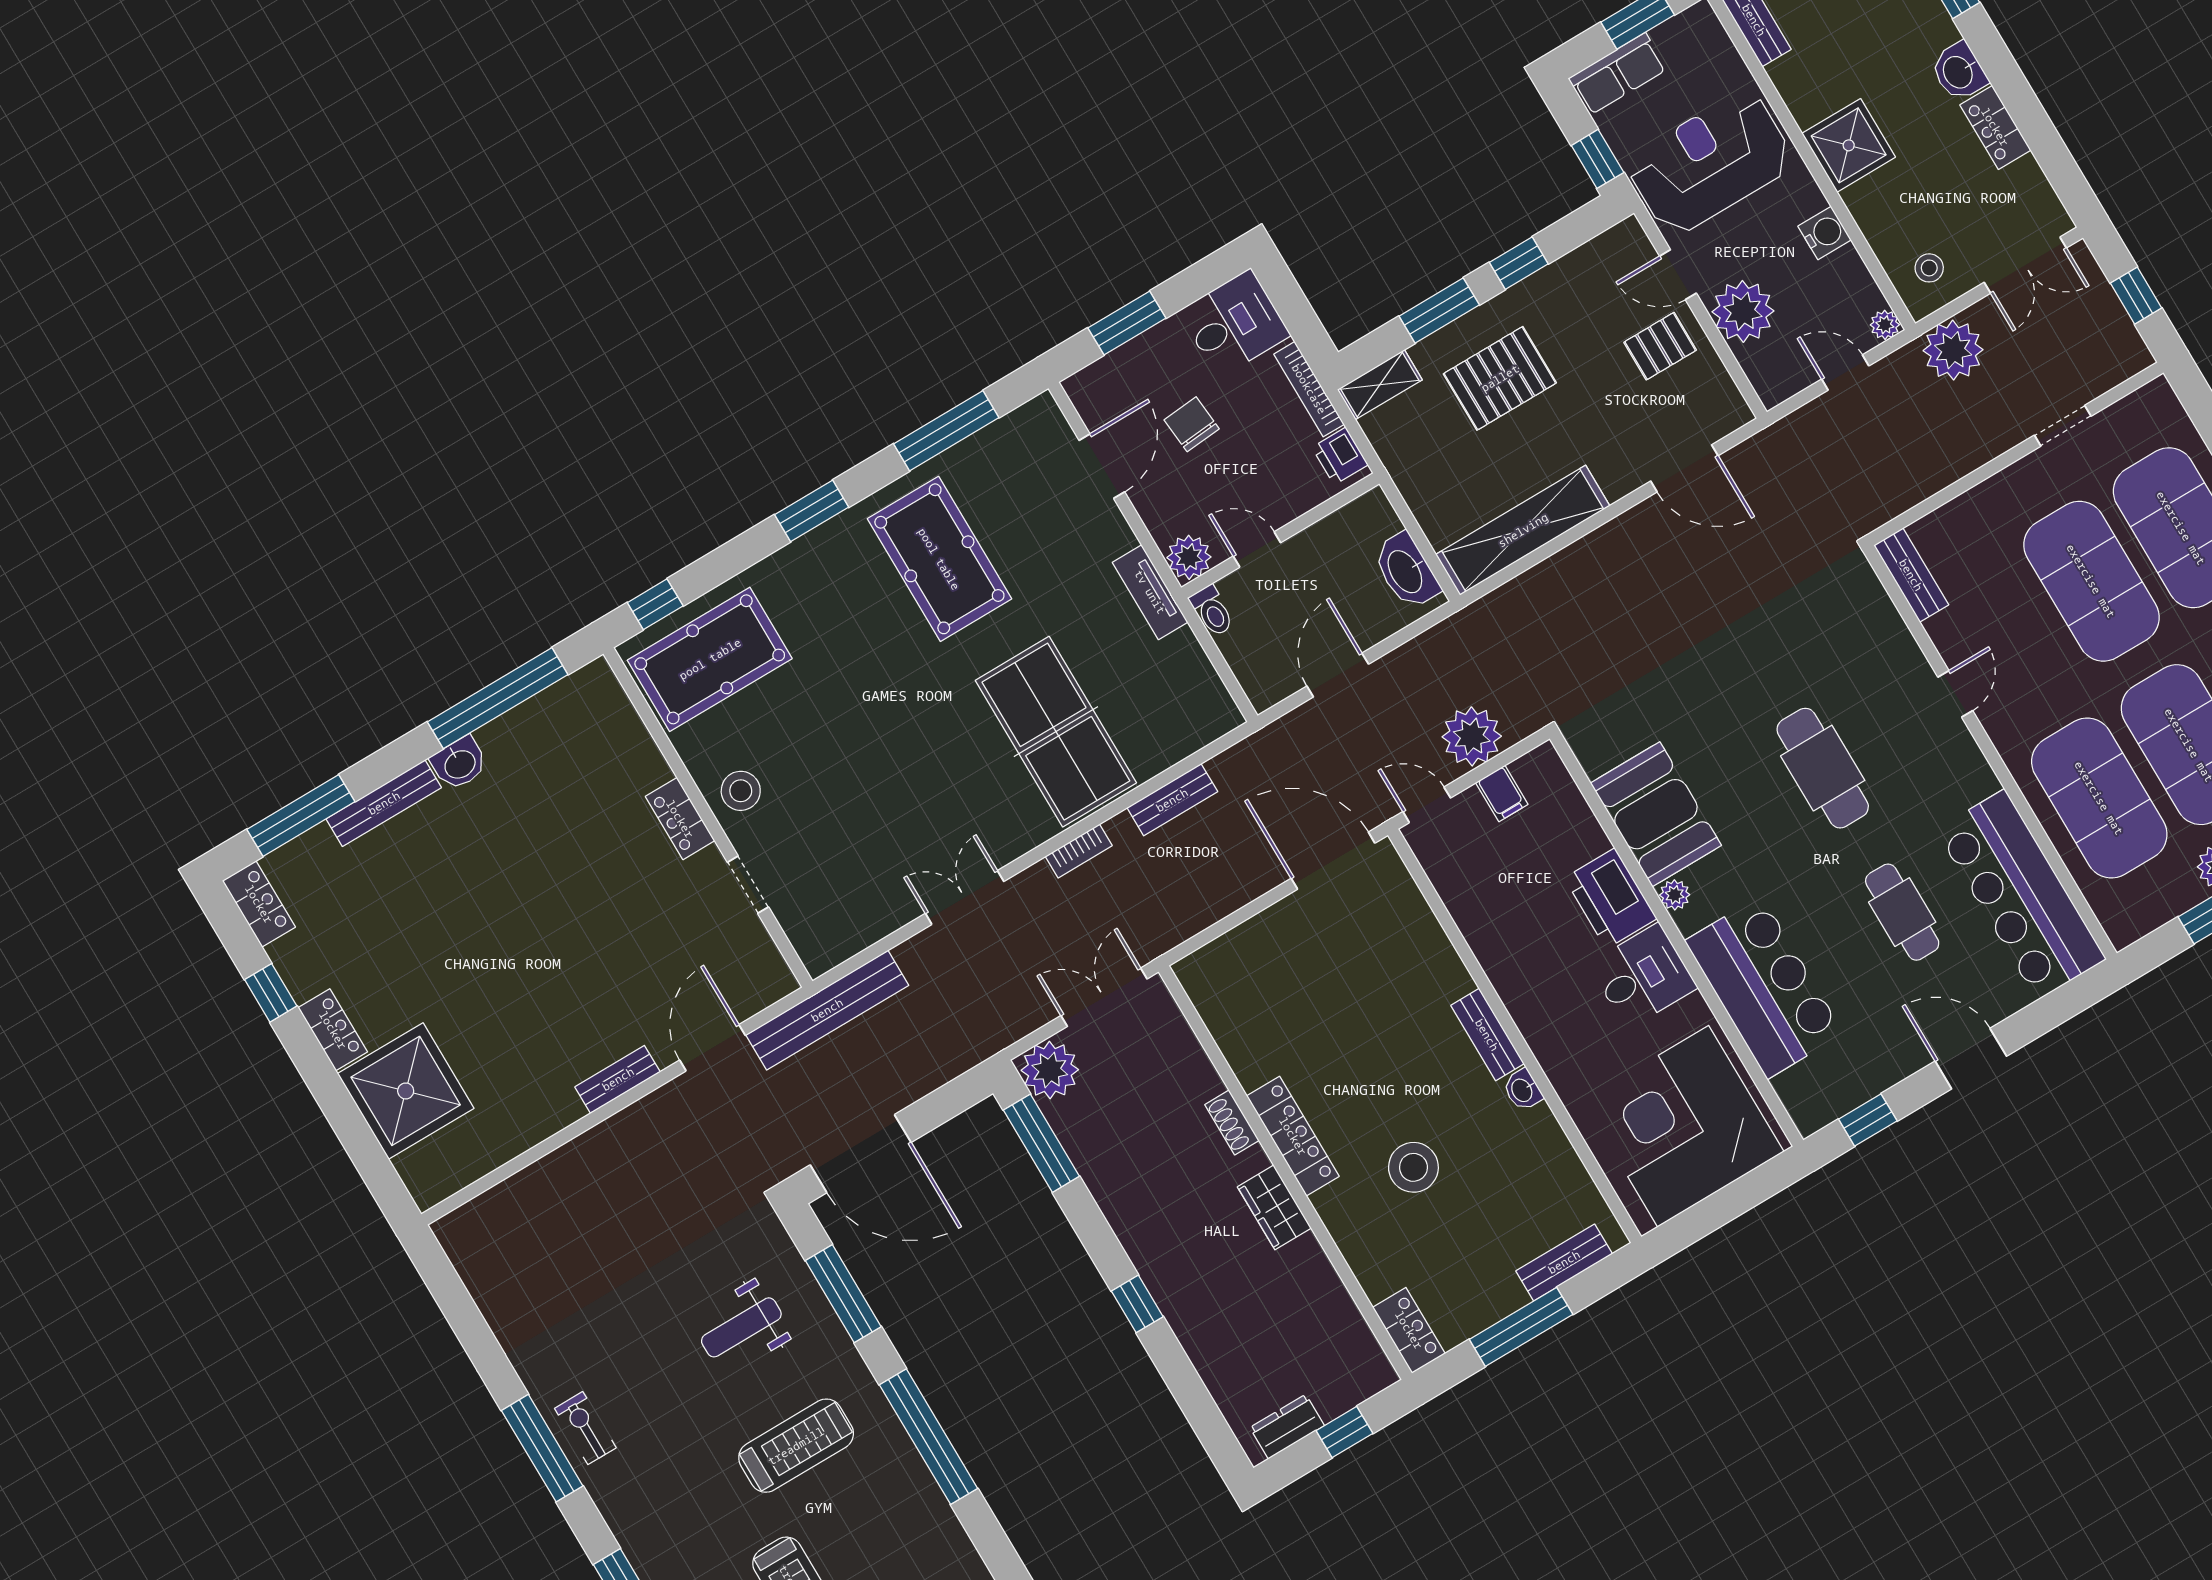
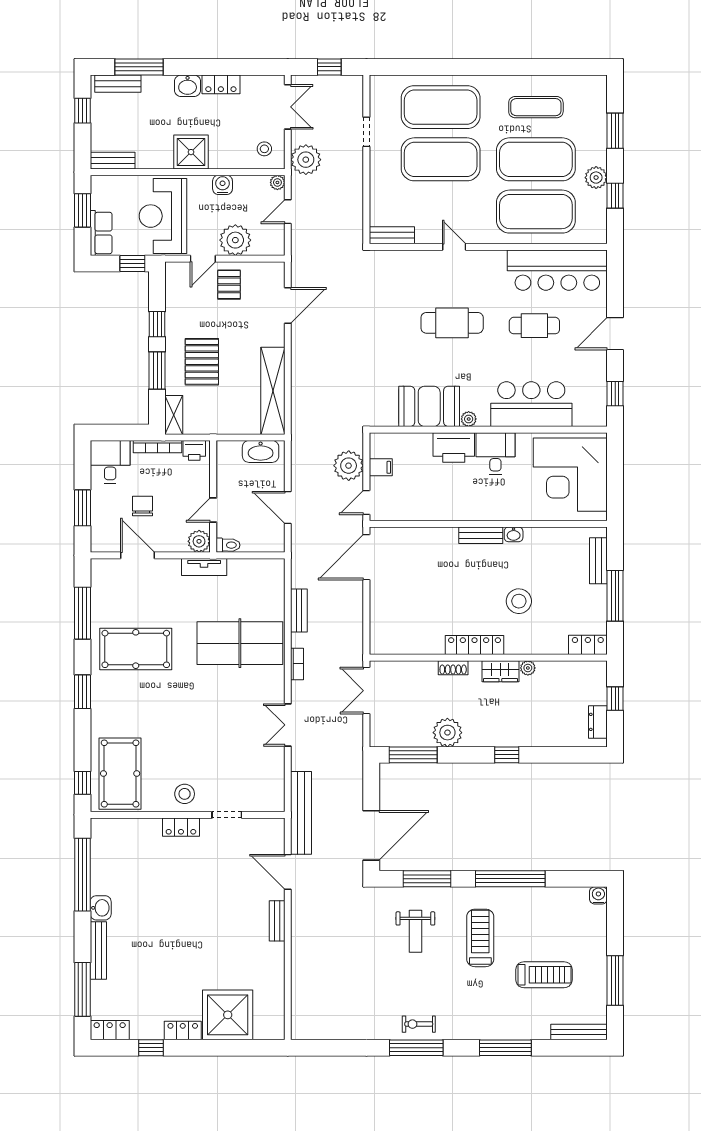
chair: (1192, 424) -> (143, 506), turned 95
plant: (1050, 1070) -> (447, 733), moved
plant: (1308, 1251) -> (528, 668), added

